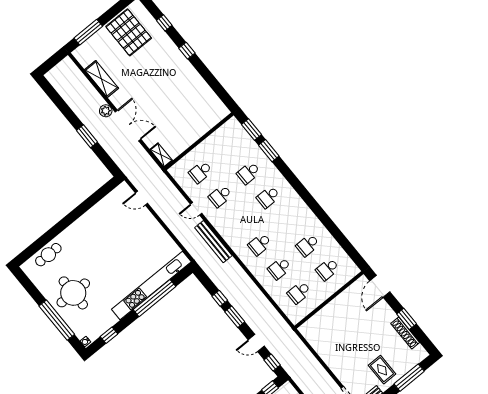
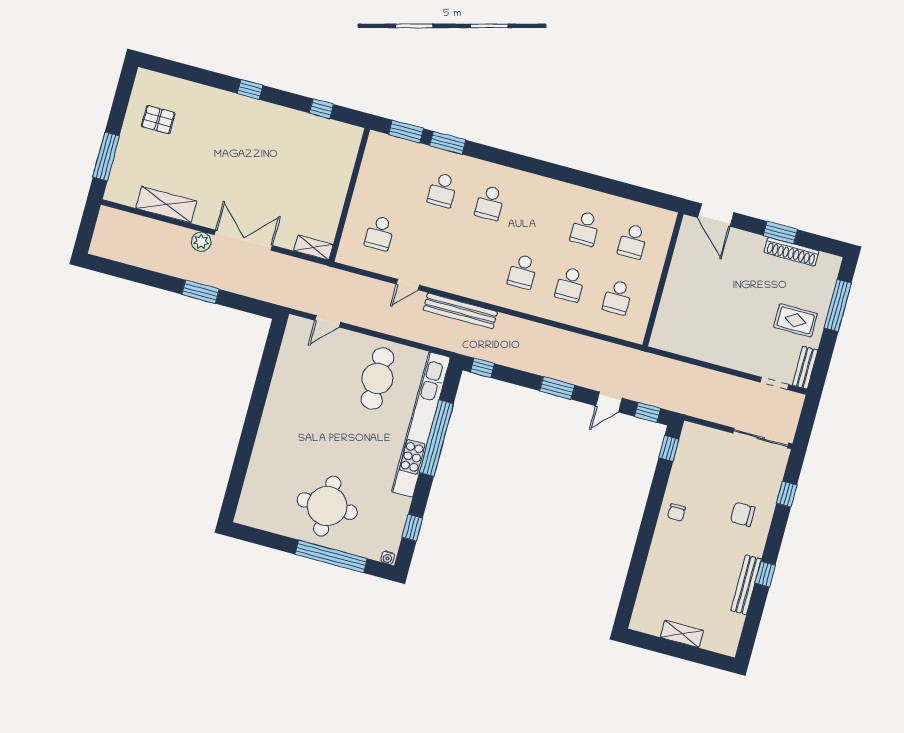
window: (164, 23) -> (321, 109), moved
pallet: (129, 32) -> (158, 120), width x0.49, depth x0.50
school desk: (220, 196) -> (427, 246), removed
cafe table: (48, 255) -> (377, 379), moved, width x1.37, depth x1.35
window: (220, 298) -> (482, 368), moved

